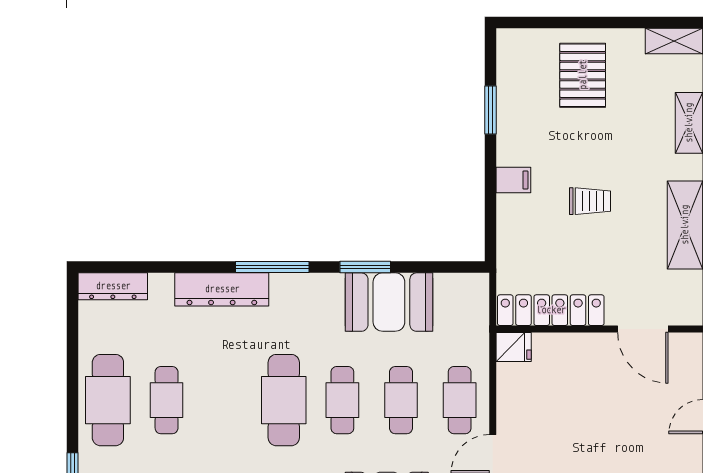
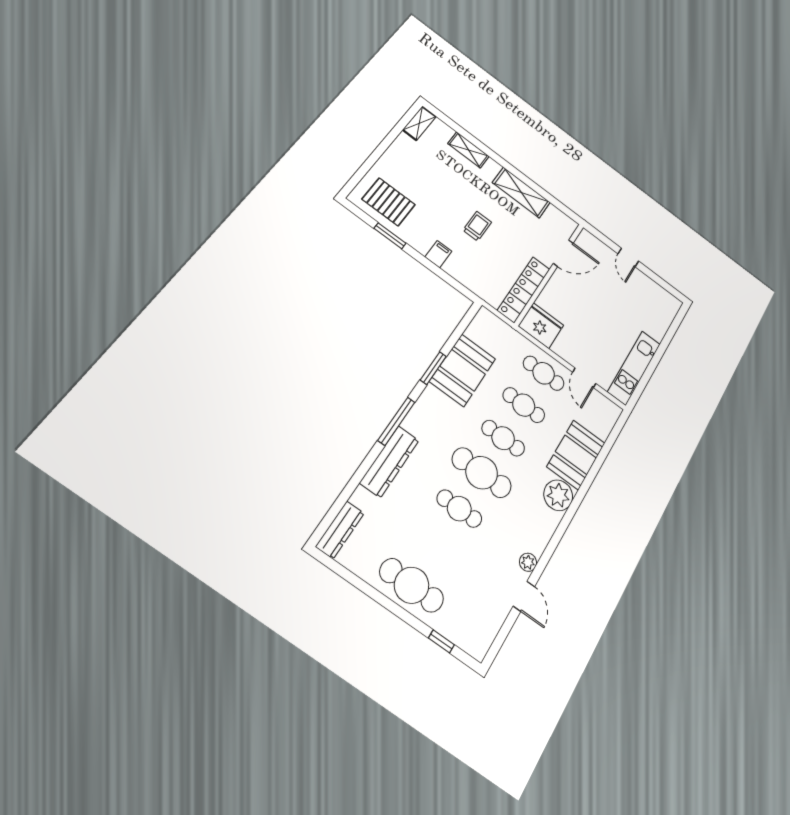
pallet: (583, 75) -> (389, 202), moved
fridge: (514, 347) -> (541, 326), width x1.88, depth x1.34
cafe table: (167, 400) -> (459, 509), moved

